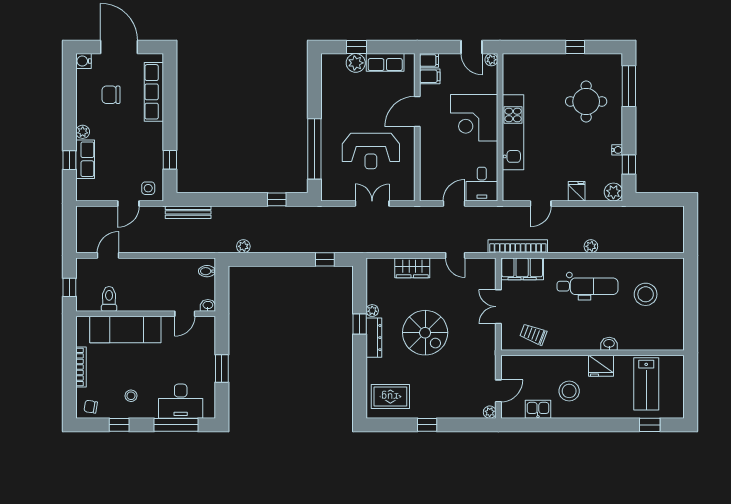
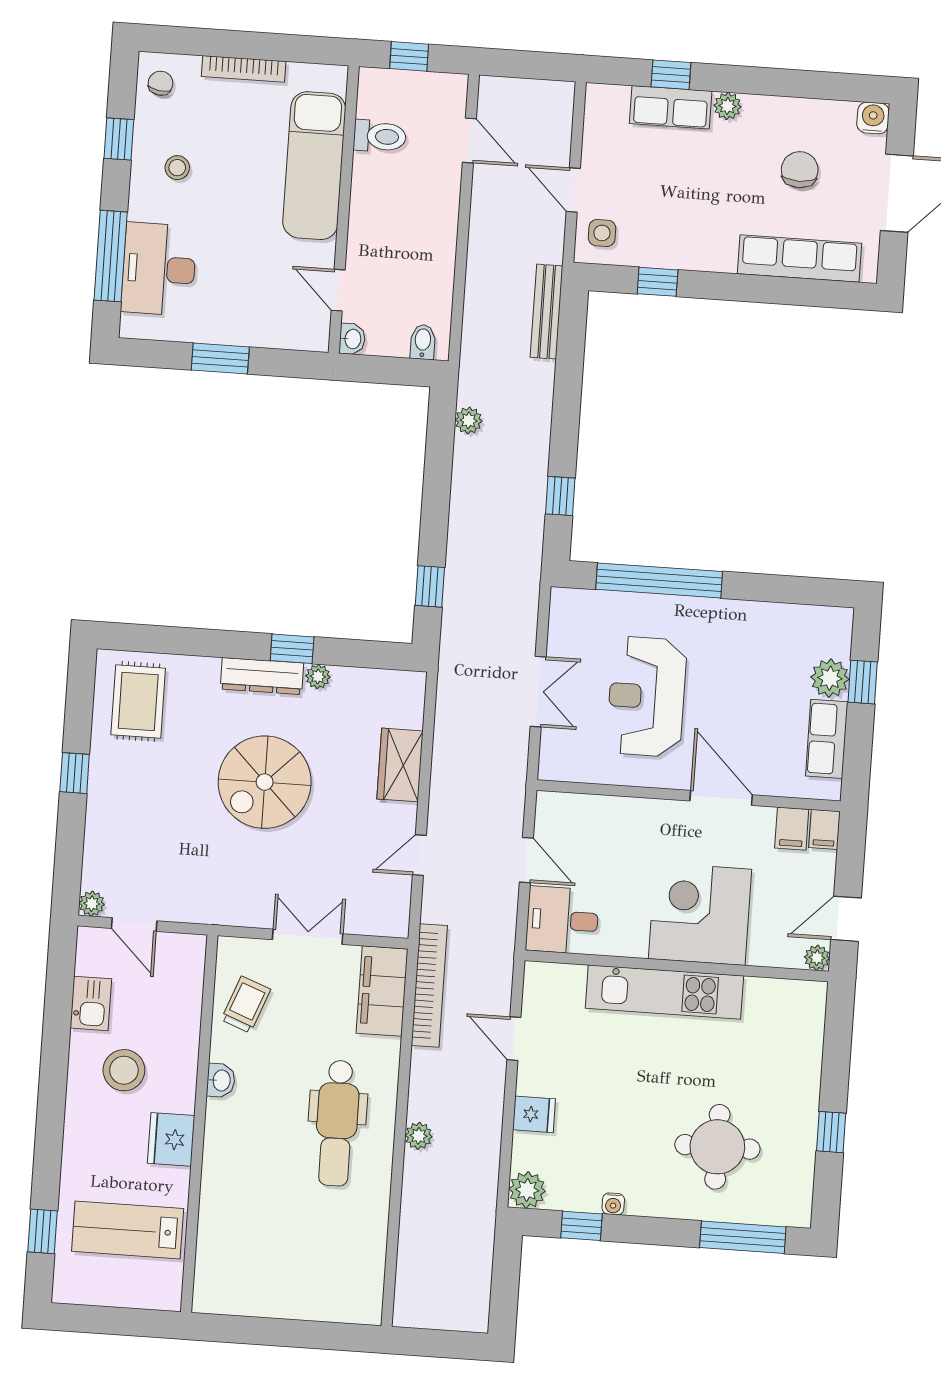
stool: (646, 294) -> (312, 1241), removed
washbasin: (609, 344) -> (221, 1080), moved

